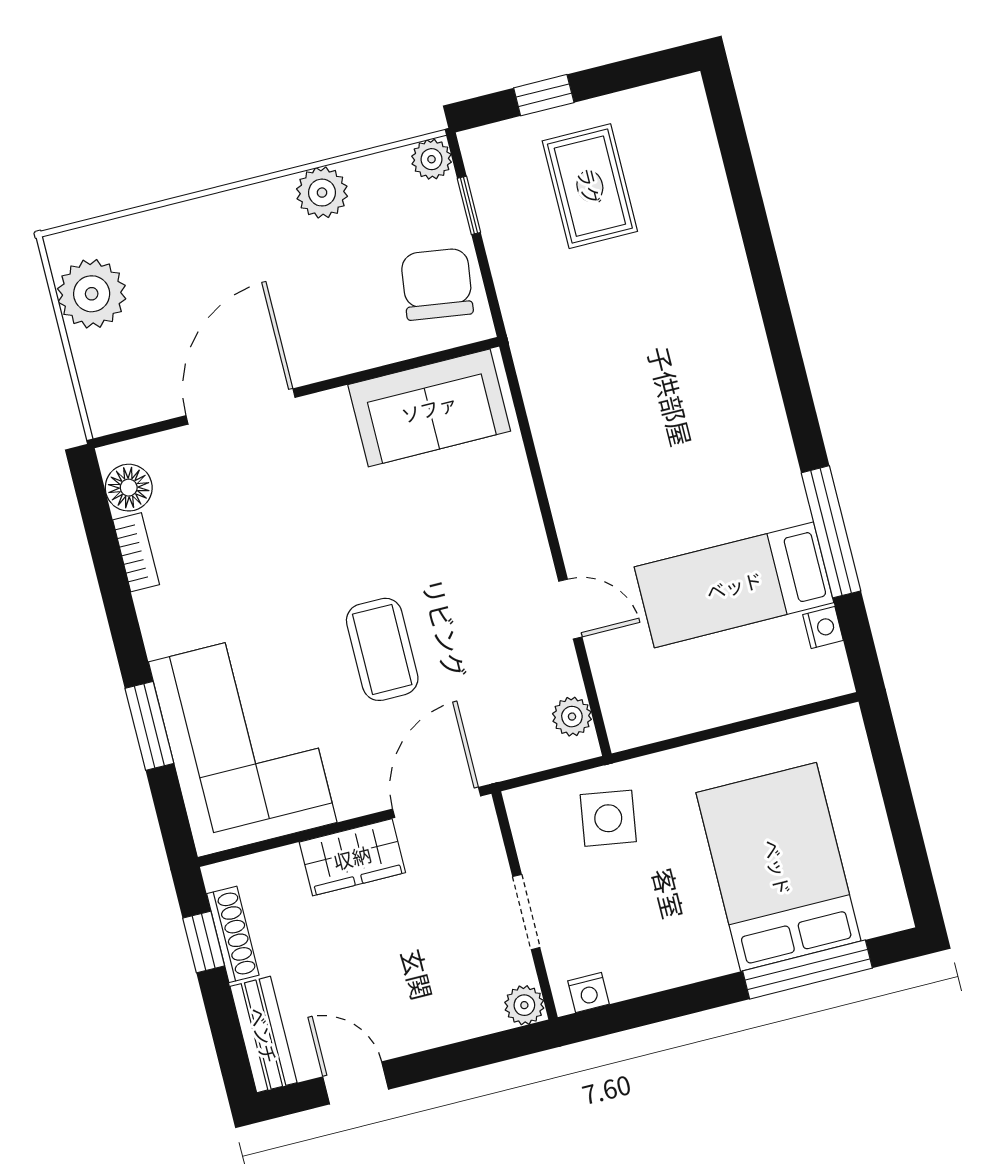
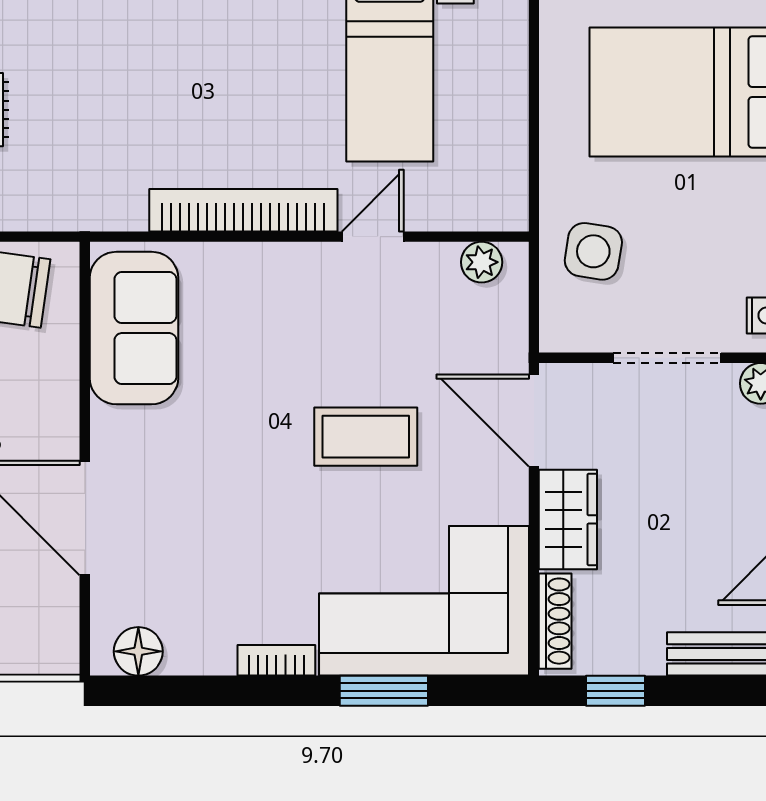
bookcase: (565, 482) -> (243, 210), added
bookcase: (136, 552) -> (276, 660), moved
doorway: (526, 912) -> (667, 358), width x1.38
shoe rack: (233, 934) -> (555, 621), moved, turned 90

